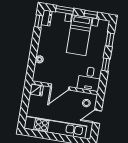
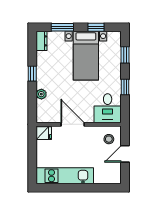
window: (39, 21) -> (32, 74), moved
door: (60, 87) -> (73, 124), swing flipped
kitchen unit: (55, 127) -> (65, 176), width x0.73

